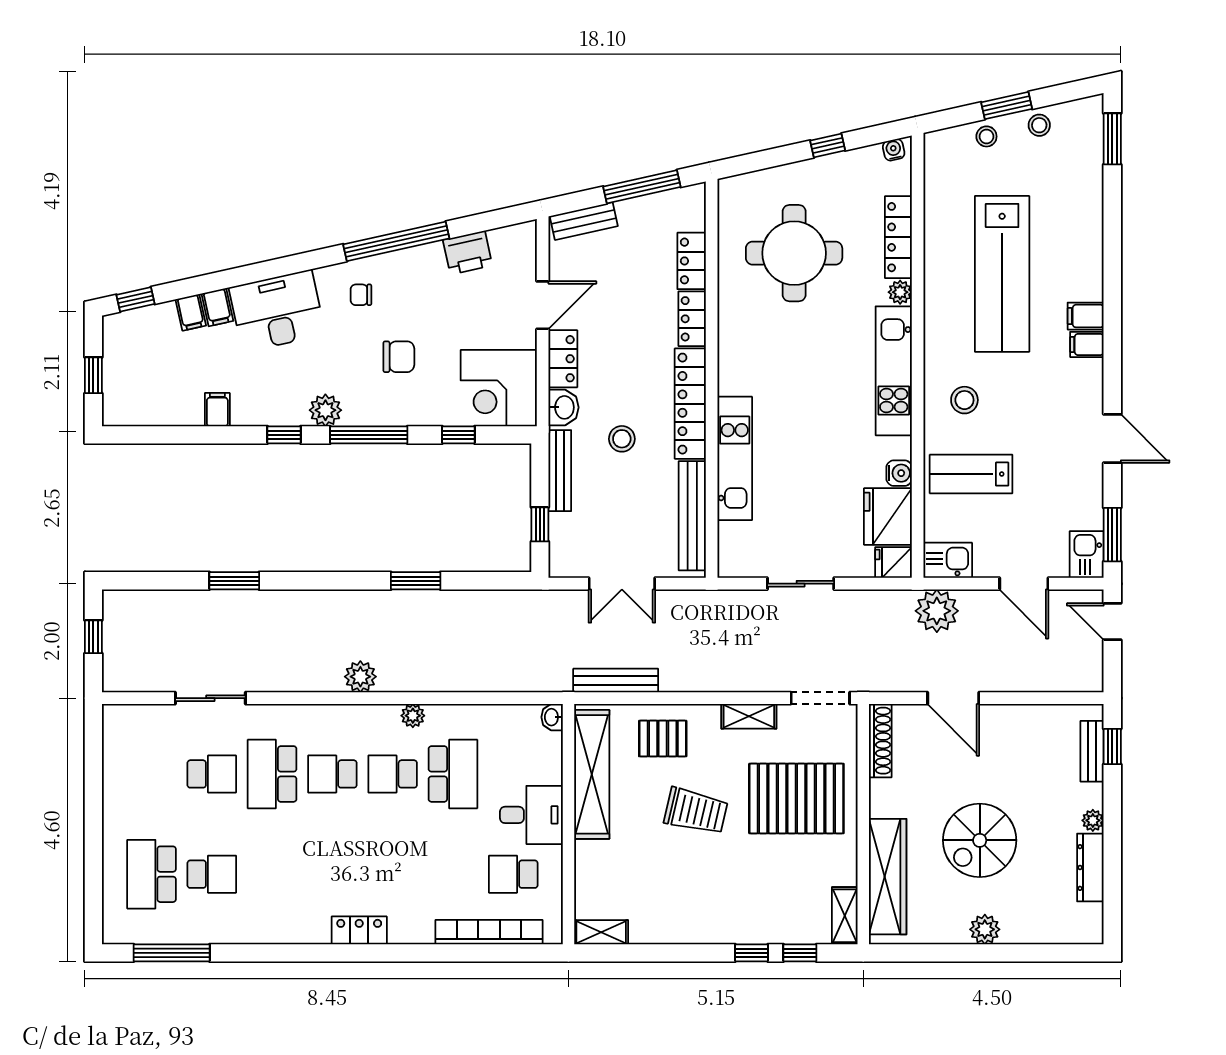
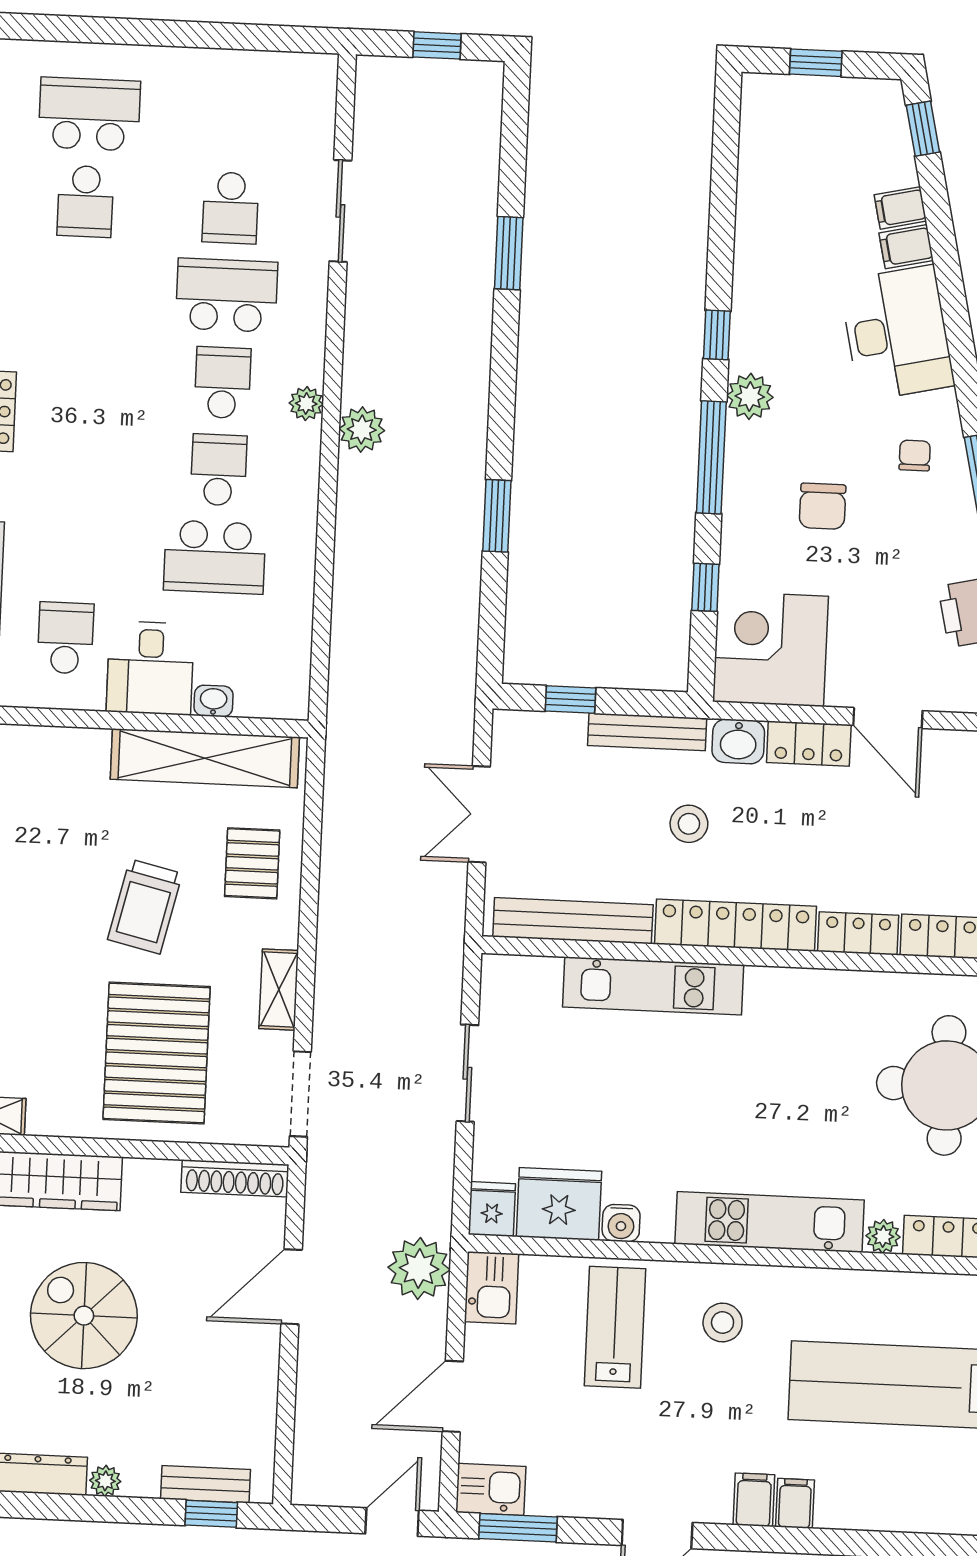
filing cabinet: (1086, 316) -> (754, 1500), moved
filing cabinet: (217, 410) -> (758, 240), removed
bench: (616, 681) -> (339, 799), removed
plant: (413, 716) -> (306, 404), moved
washbasin: (552, 717) -> (213, 701), moved

